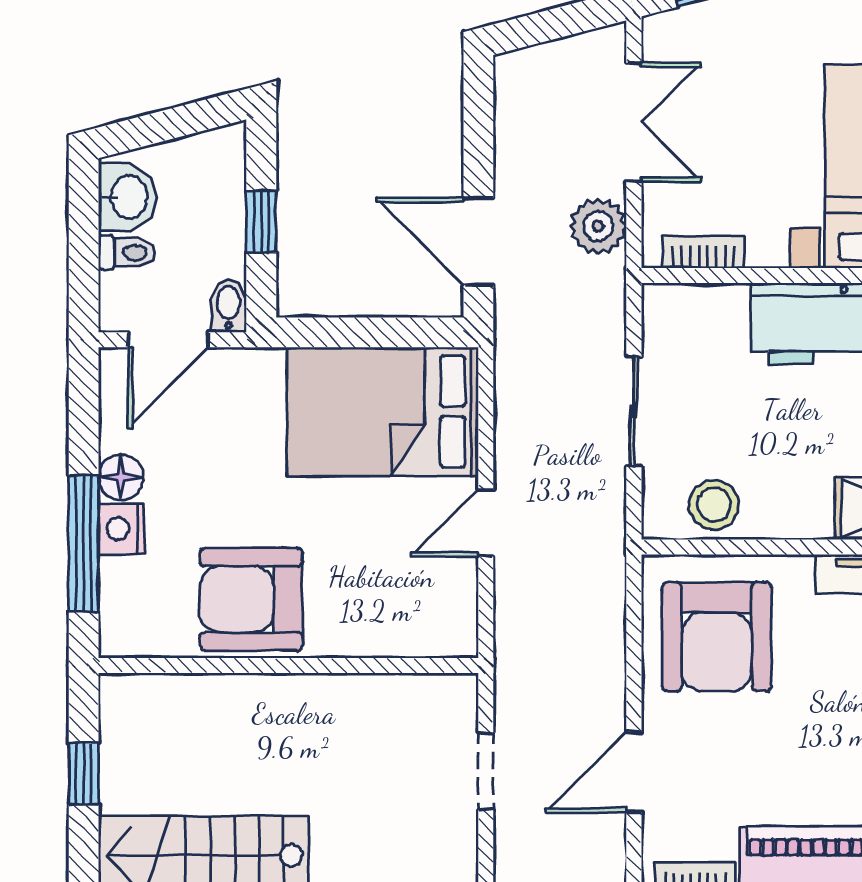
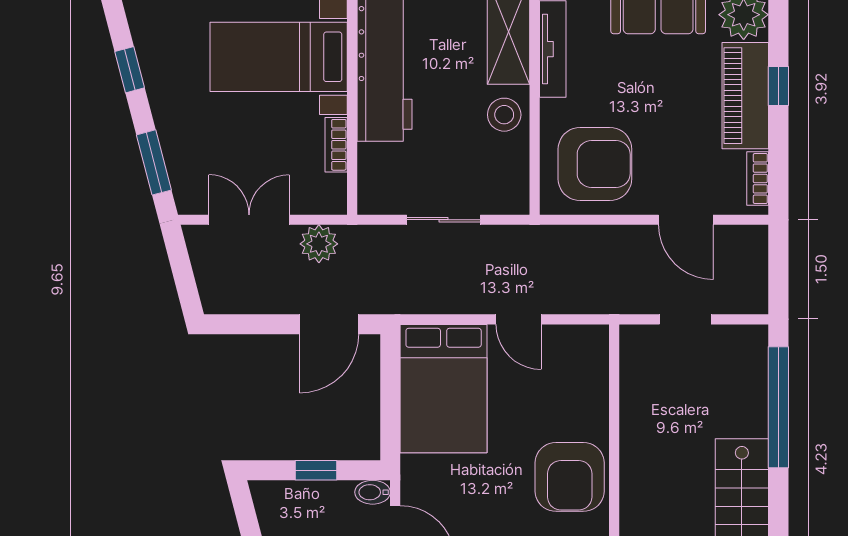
bookcase: (703, 252) -> (336, 145), moved
stool: (714, 505) -> (504, 115), moved

